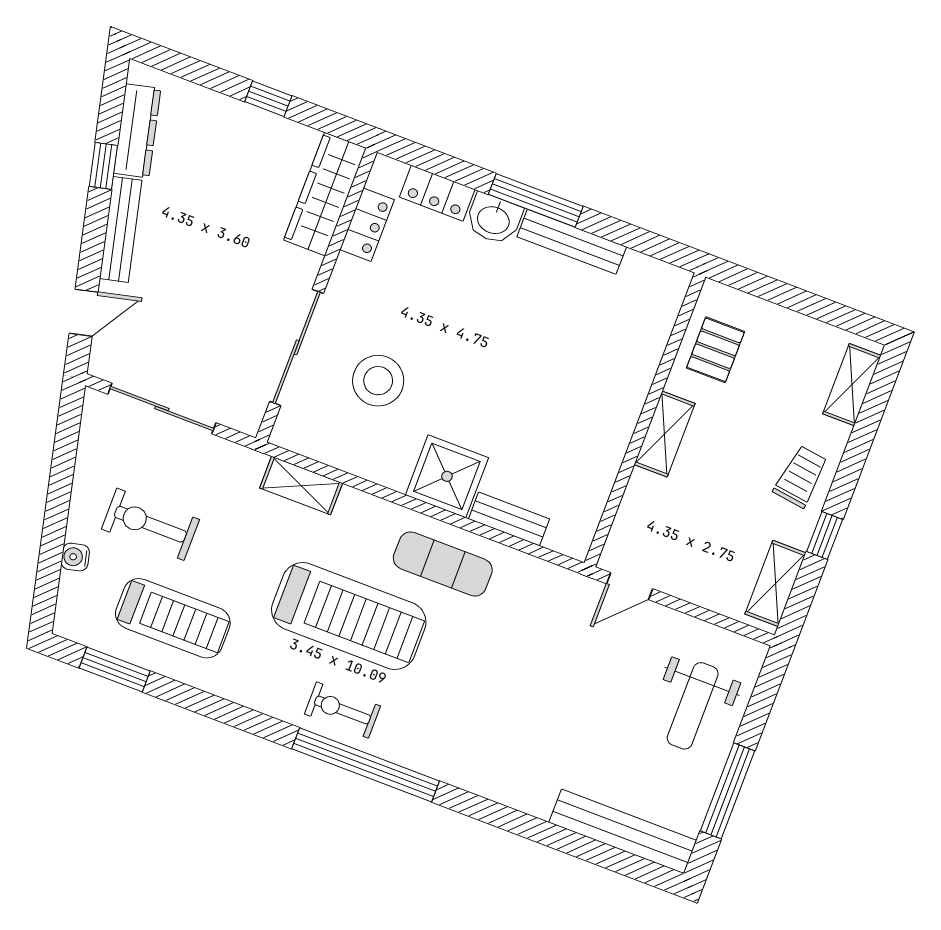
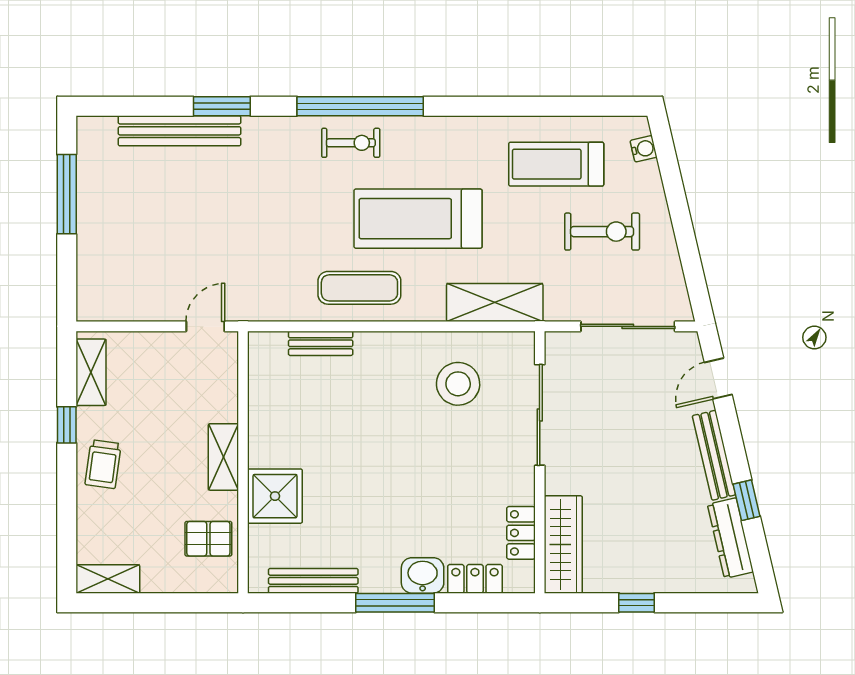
bench: (572, 242) -> (313, 581), moved
pallet: (716, 350) -> (208, 539), turned 90
stool: (378, 381) -> (458, 384), moved
shelving: (852, 385) -> (108, 579), moved, turned 90
shower: (447, 476) -> (275, 496), moved
shelving: (301, 486) -> (495, 302), width x1.50, depth x1.33
water cooler: (75, 557) -> (644, 149), moved
window: (115, 670) -> (222, 106), moved
weight bench: (693, 706) -> (120, 251), removed
exercise bike: (342, 710) -> (351, 143), moved
bench: (623, 831) -> (179, 131), moved

